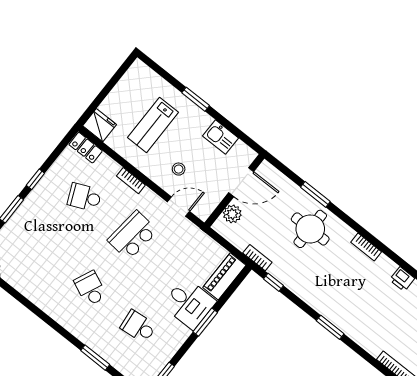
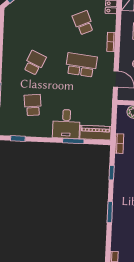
window: (274, 282) -> (112, 173), moved
window: (205, 322) -> (73, 141), moved

